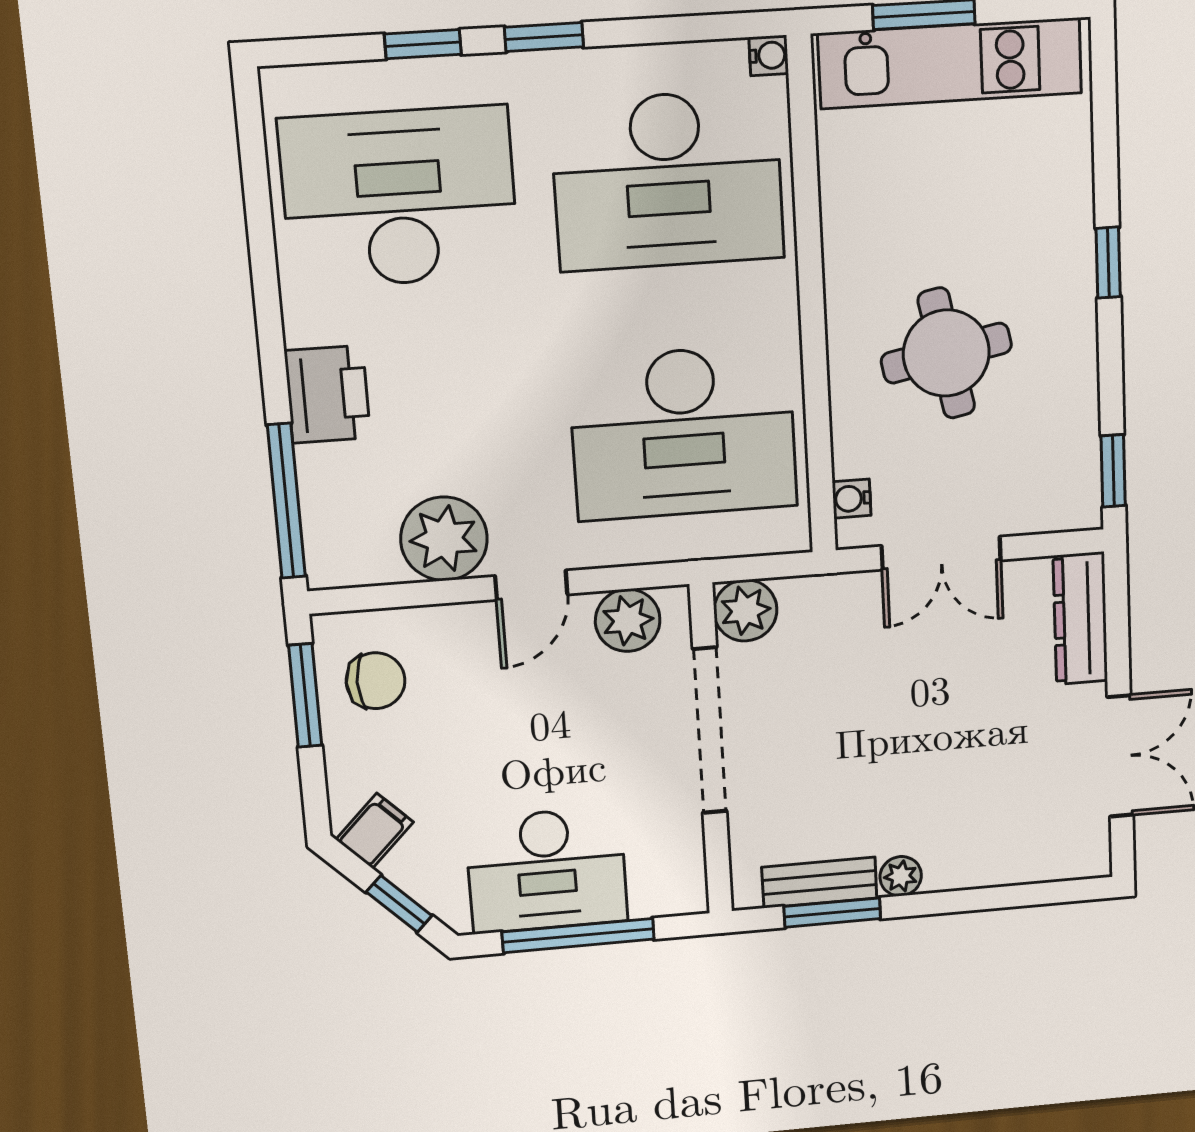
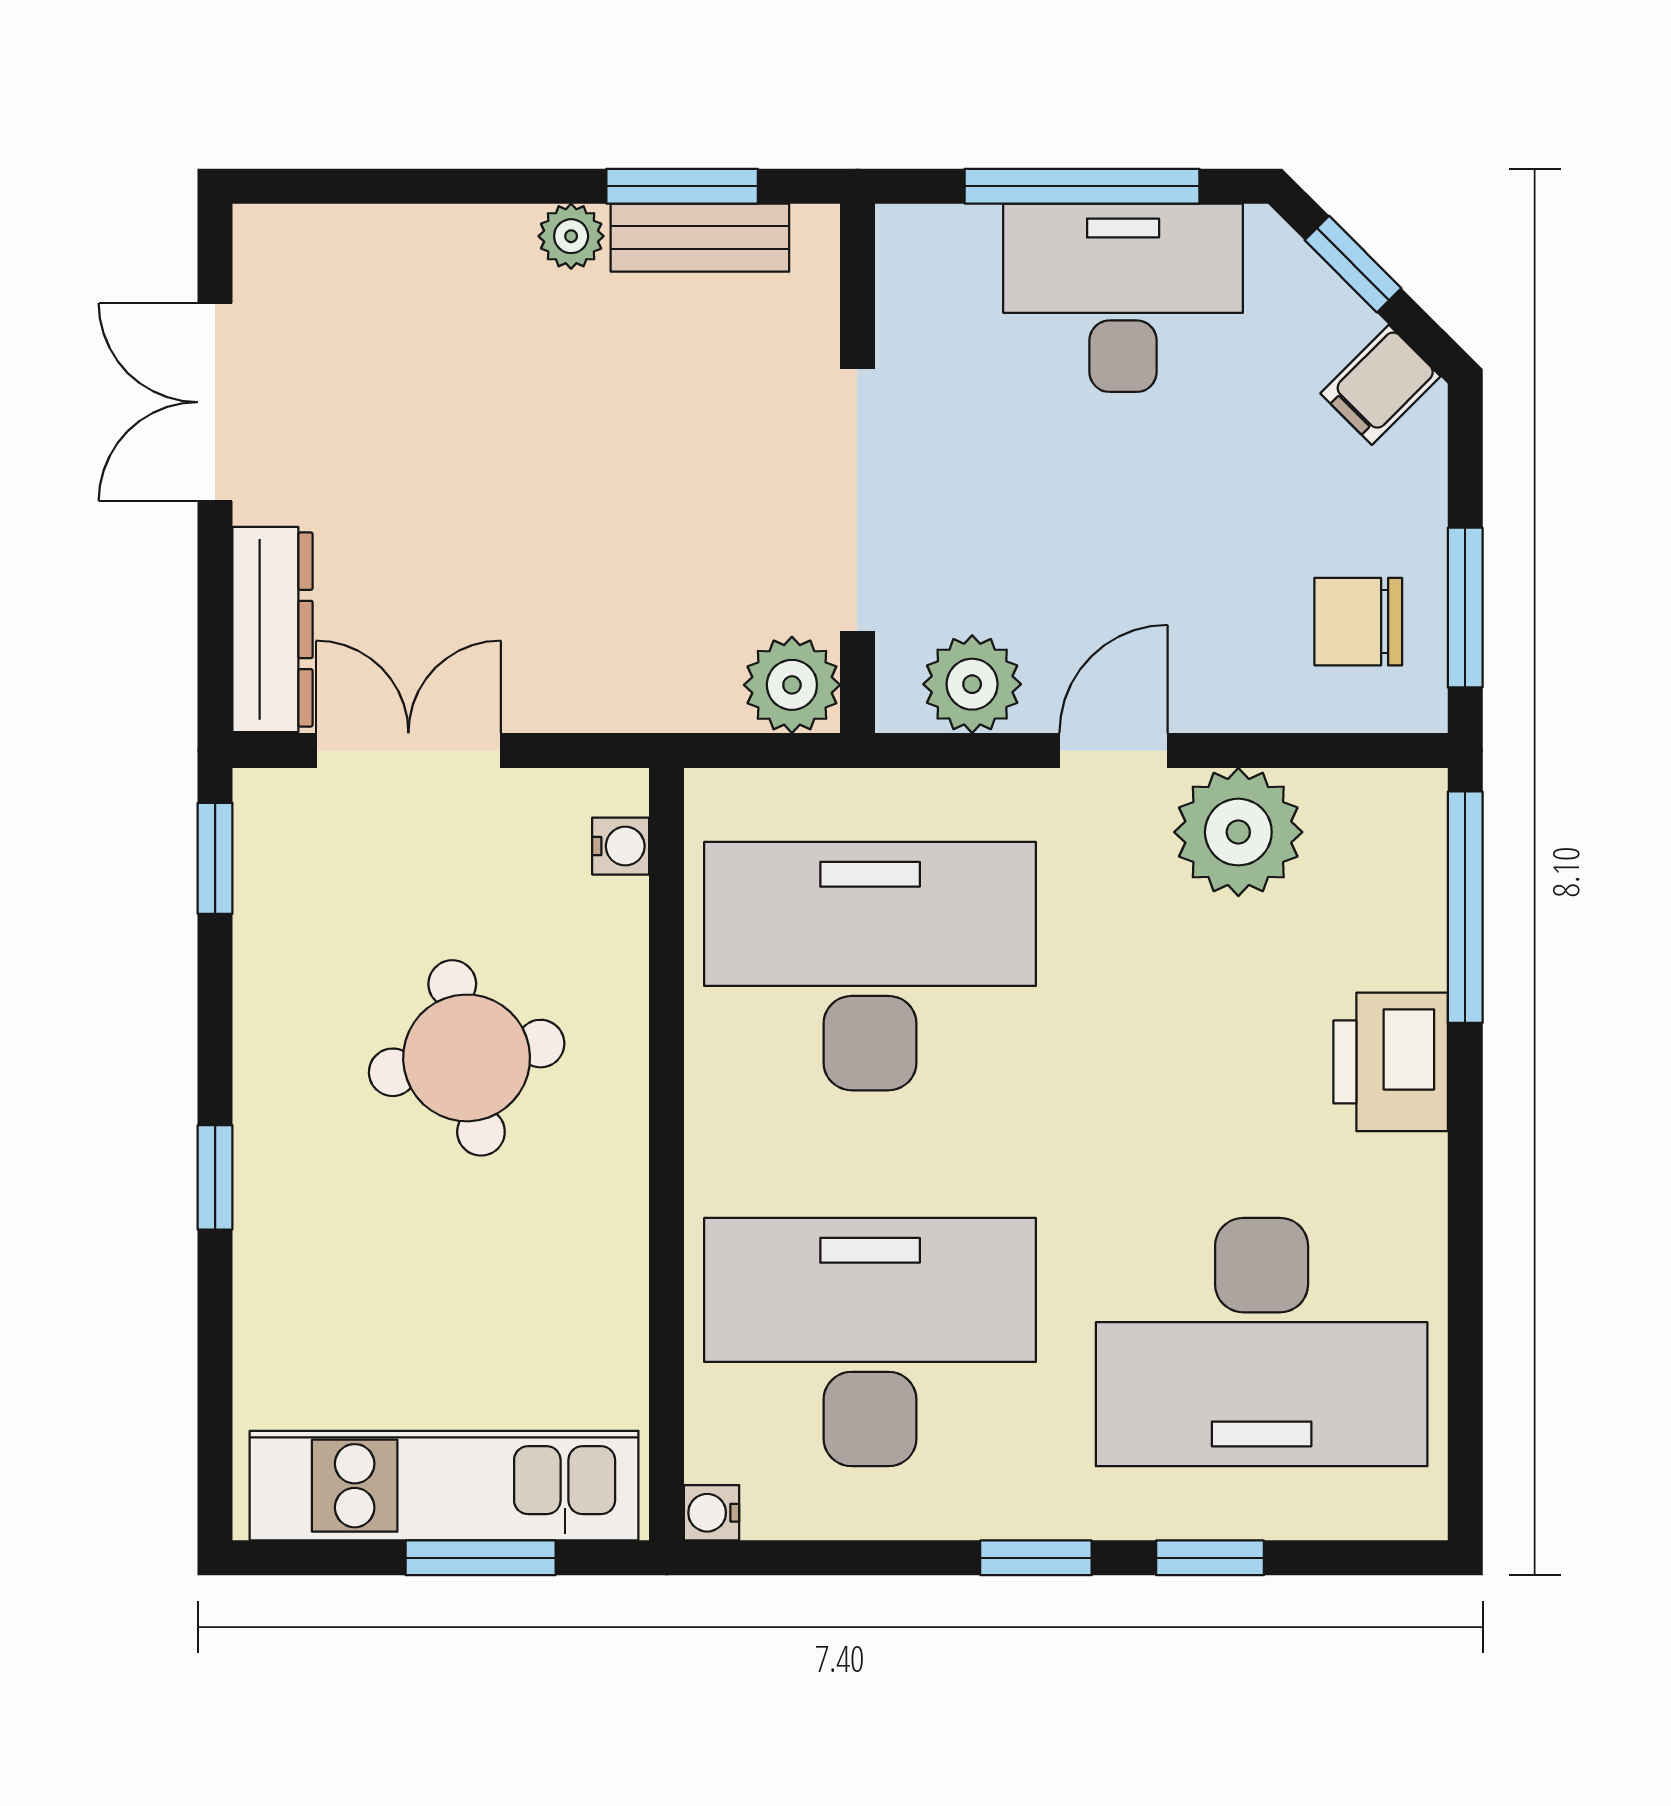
double door: (941, 553) -> (408, 750), moved

